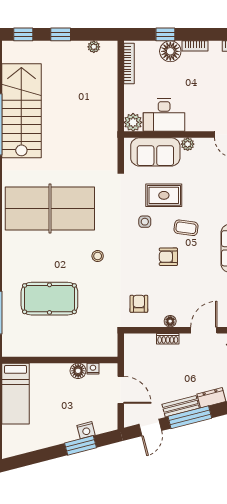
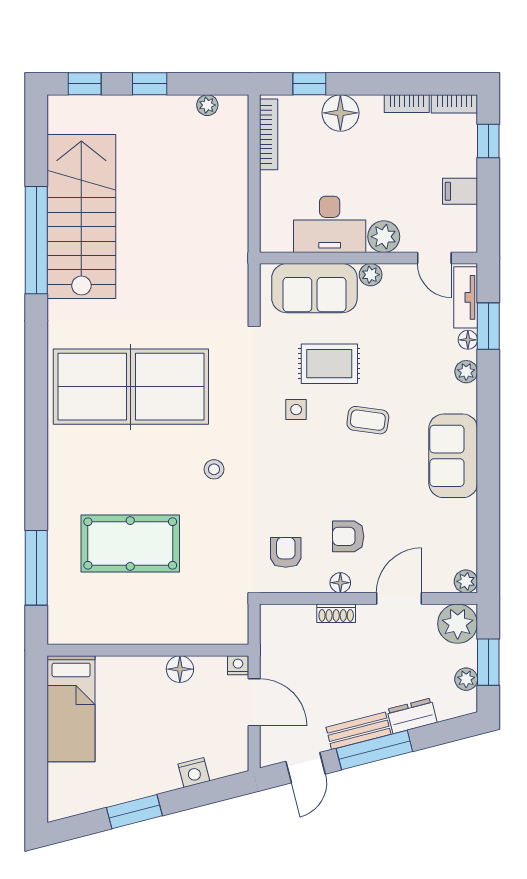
window: (165, 34) -> (309, 84), moved
bookcase: (195, 46) -> (407, 104), moved
plant: (133, 122) -> (384, 237), moved
armchair: (168, 257) -> (348, 536), moved
nightstand: (93, 369) -> (238, 665), moved
window: (81, 445) -> (134, 812), moved

